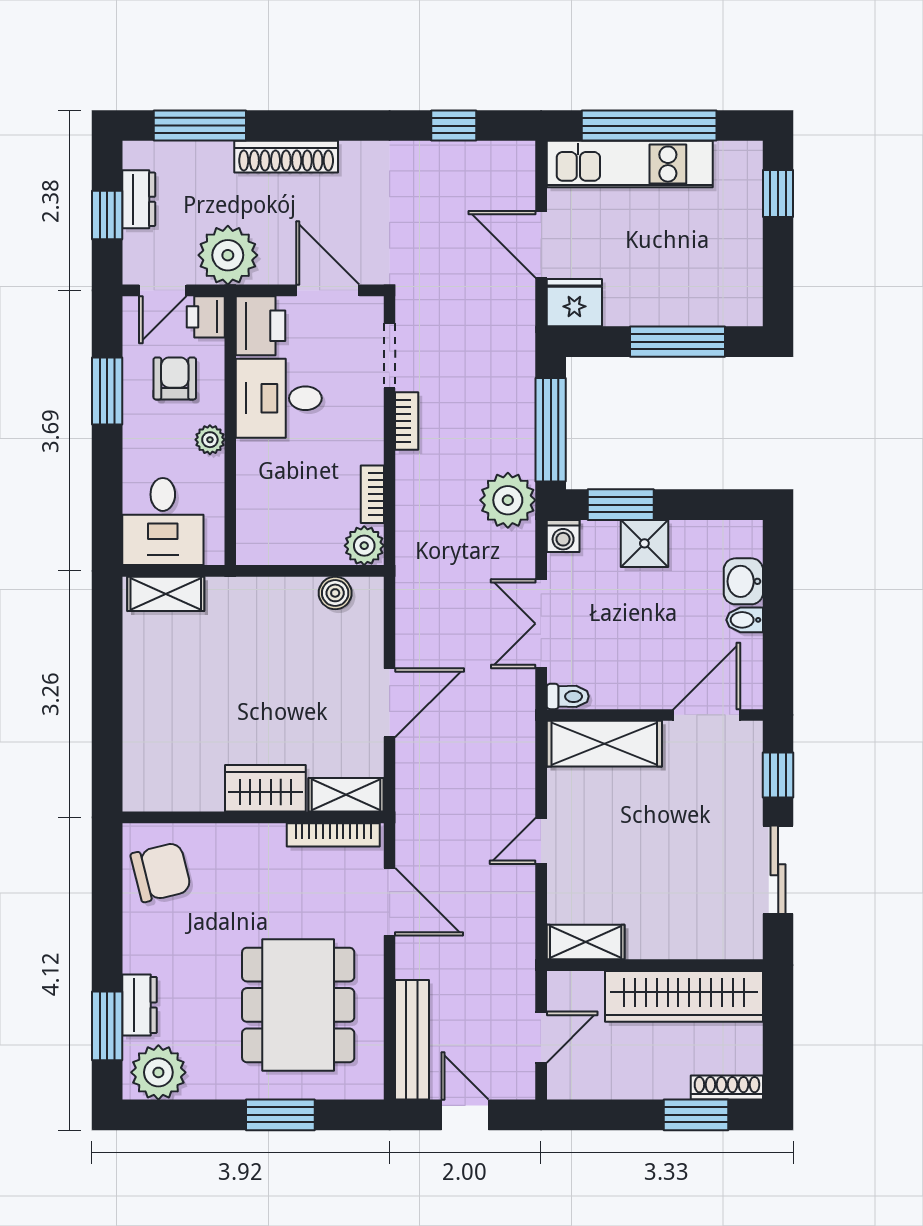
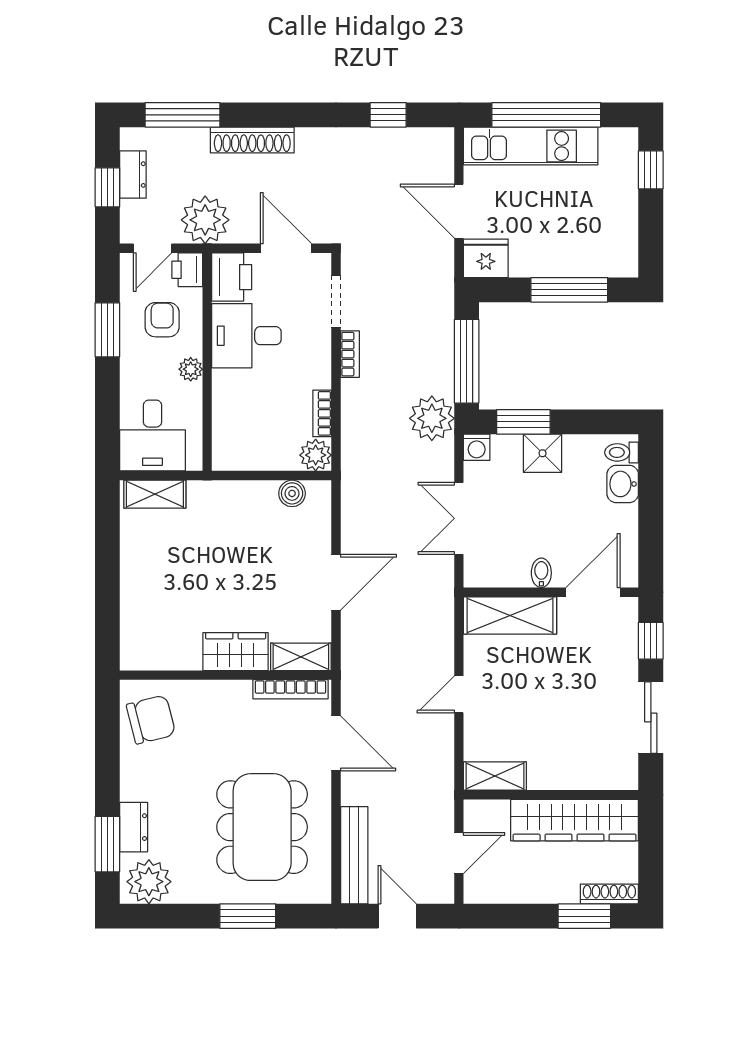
bidet: (745, 620) -> (541, 573), moved, turned 90
toilet: (568, 696) -> (622, 452), moved, turned 180

